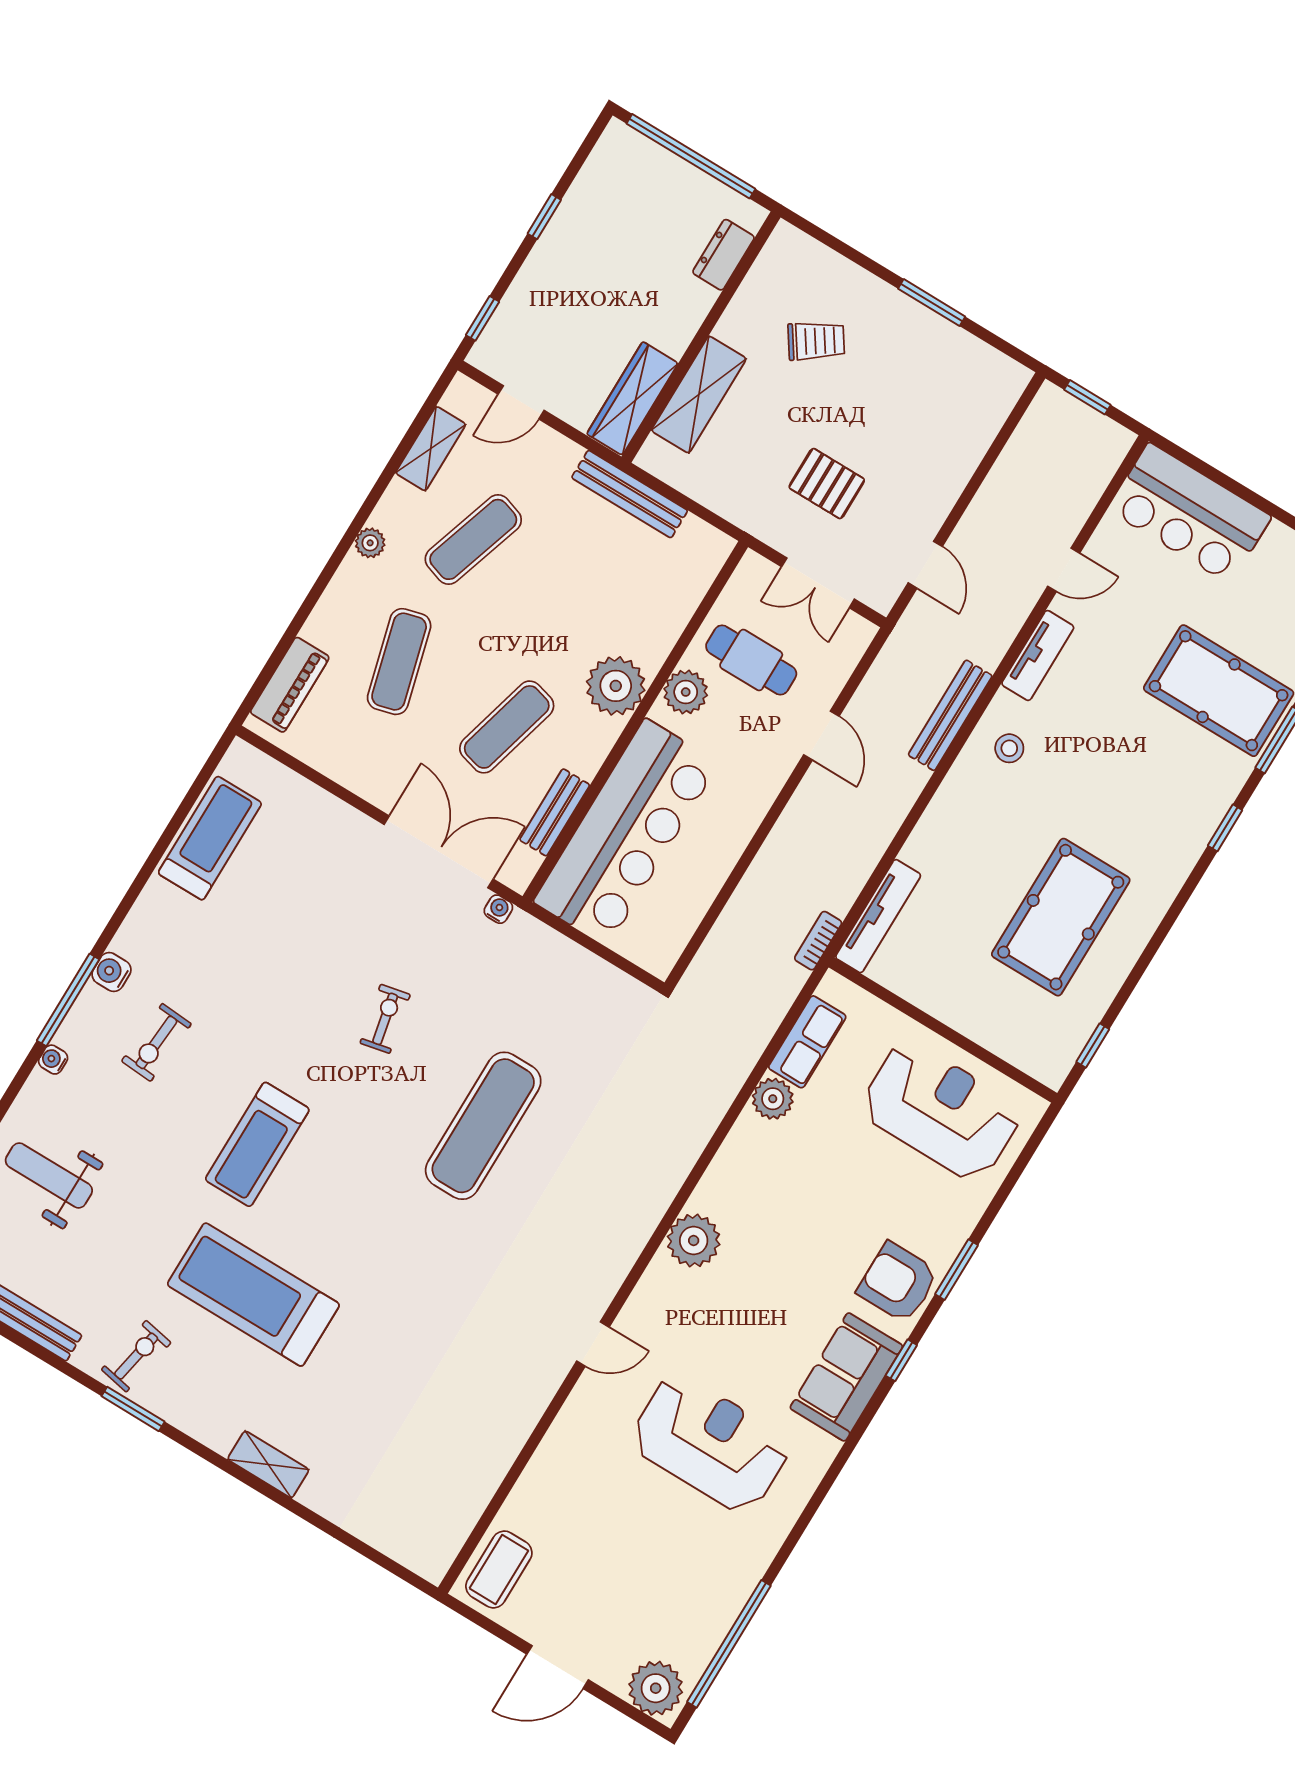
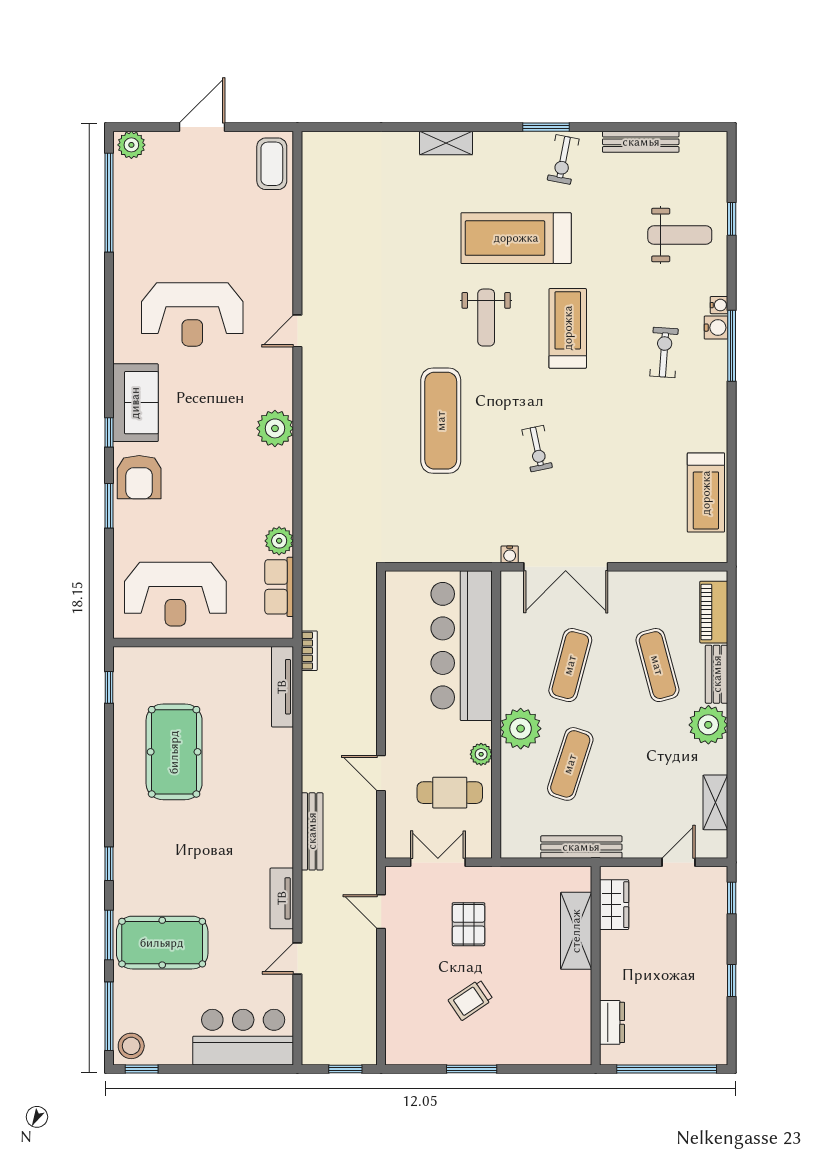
trolley: (816, 341) -> (471, 1000), moved
wardrobe: (633, 399) -> (614, 905), width x0.67
pallet: (827, 484) -> (469, 924), turned 90
exercise mat: (473, 539) -> (570, 764), moved
plant: (370, 543) -> (708, 725), width x1.88, depth x1.88
plant: (686, 692) -> (481, 754), width x0.73, depth x0.73
stool: (1009, 748) -> (265, 833), removed
bench: (555, 812) -> (717, 674), moved
water cooler: (111, 972) -> (716, 328), moved
weight bench: (350, 1219) -> (486, 318), added
armchair: (898, 1282) -> (139, 477), turned 90
treadmill: (253, 1295) -> (516, 238), turned 180
plant: (656, 1688) -> (131, 145), width x0.73, depth x0.73

